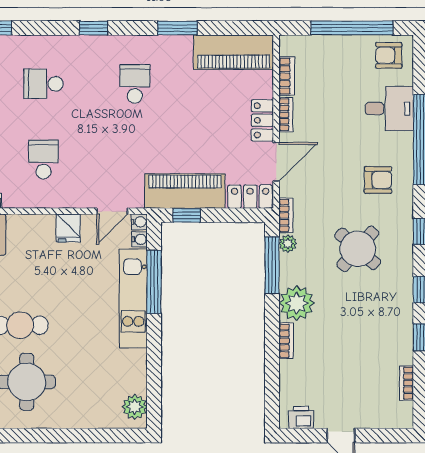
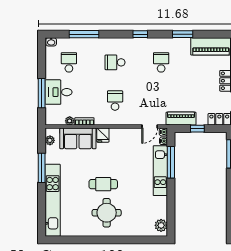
piano: (185, 191) -> (181, 119), width x0.73, depth x0.75
window: (187, 215) -> (197, 129), moved
fridge: (68, 228) -> (103, 135), moved

